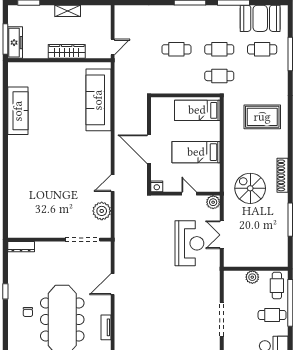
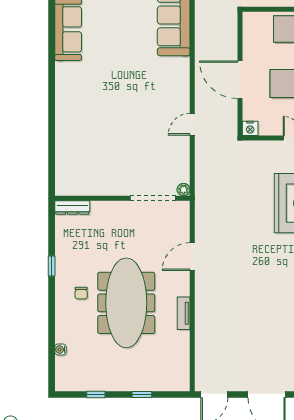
plant: (102, 211) -> (184, 190), moved, width x0.53, depth x0.53

